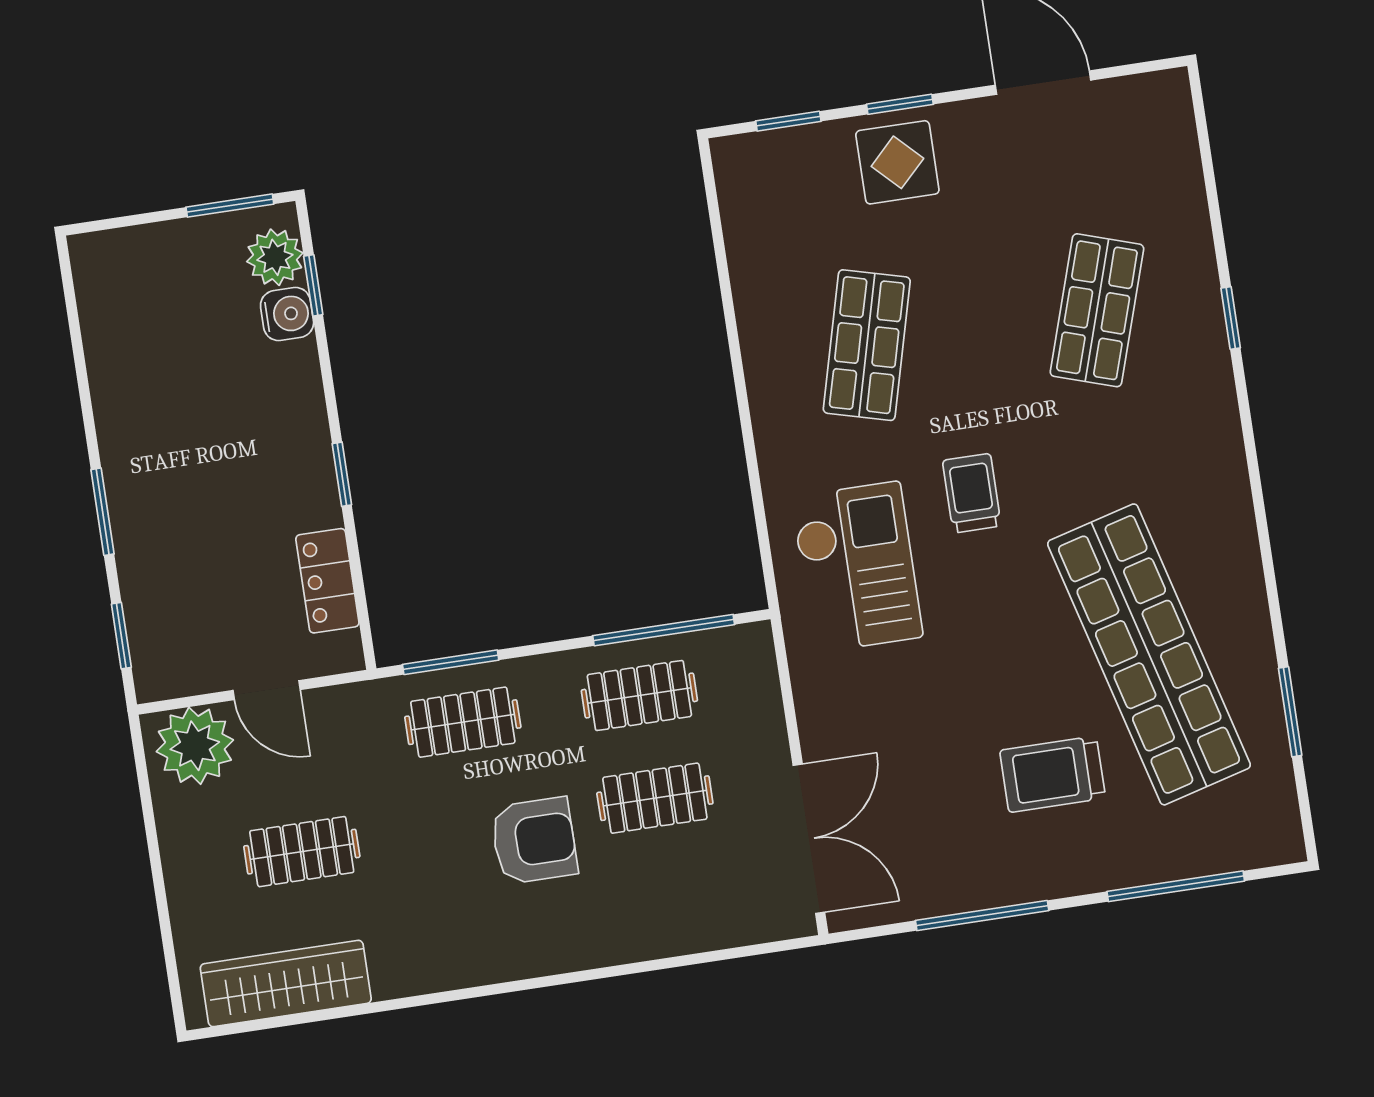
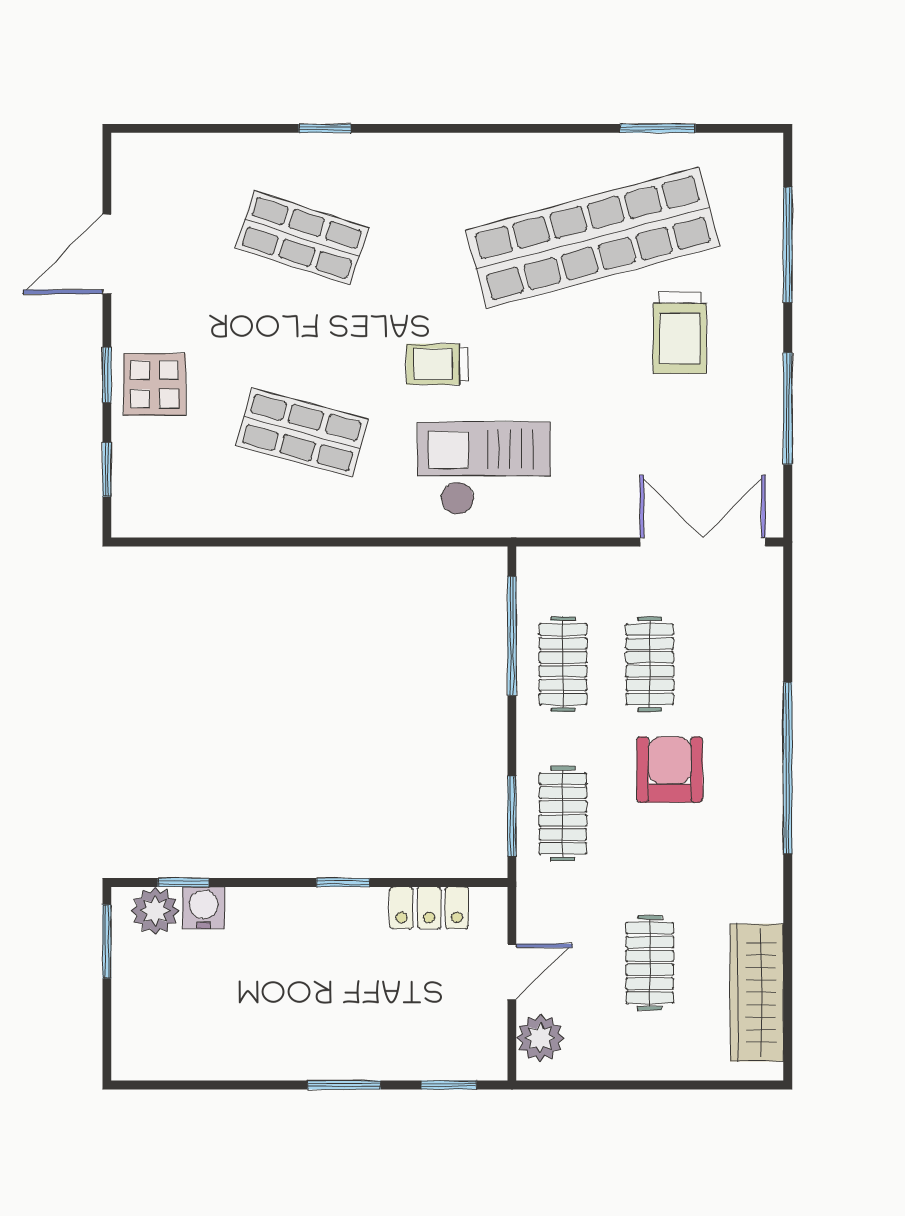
plant: (195, 746) -> (540, 1038), width x0.73, depth x0.73
window: (557, 980) -> (788, 768), added

